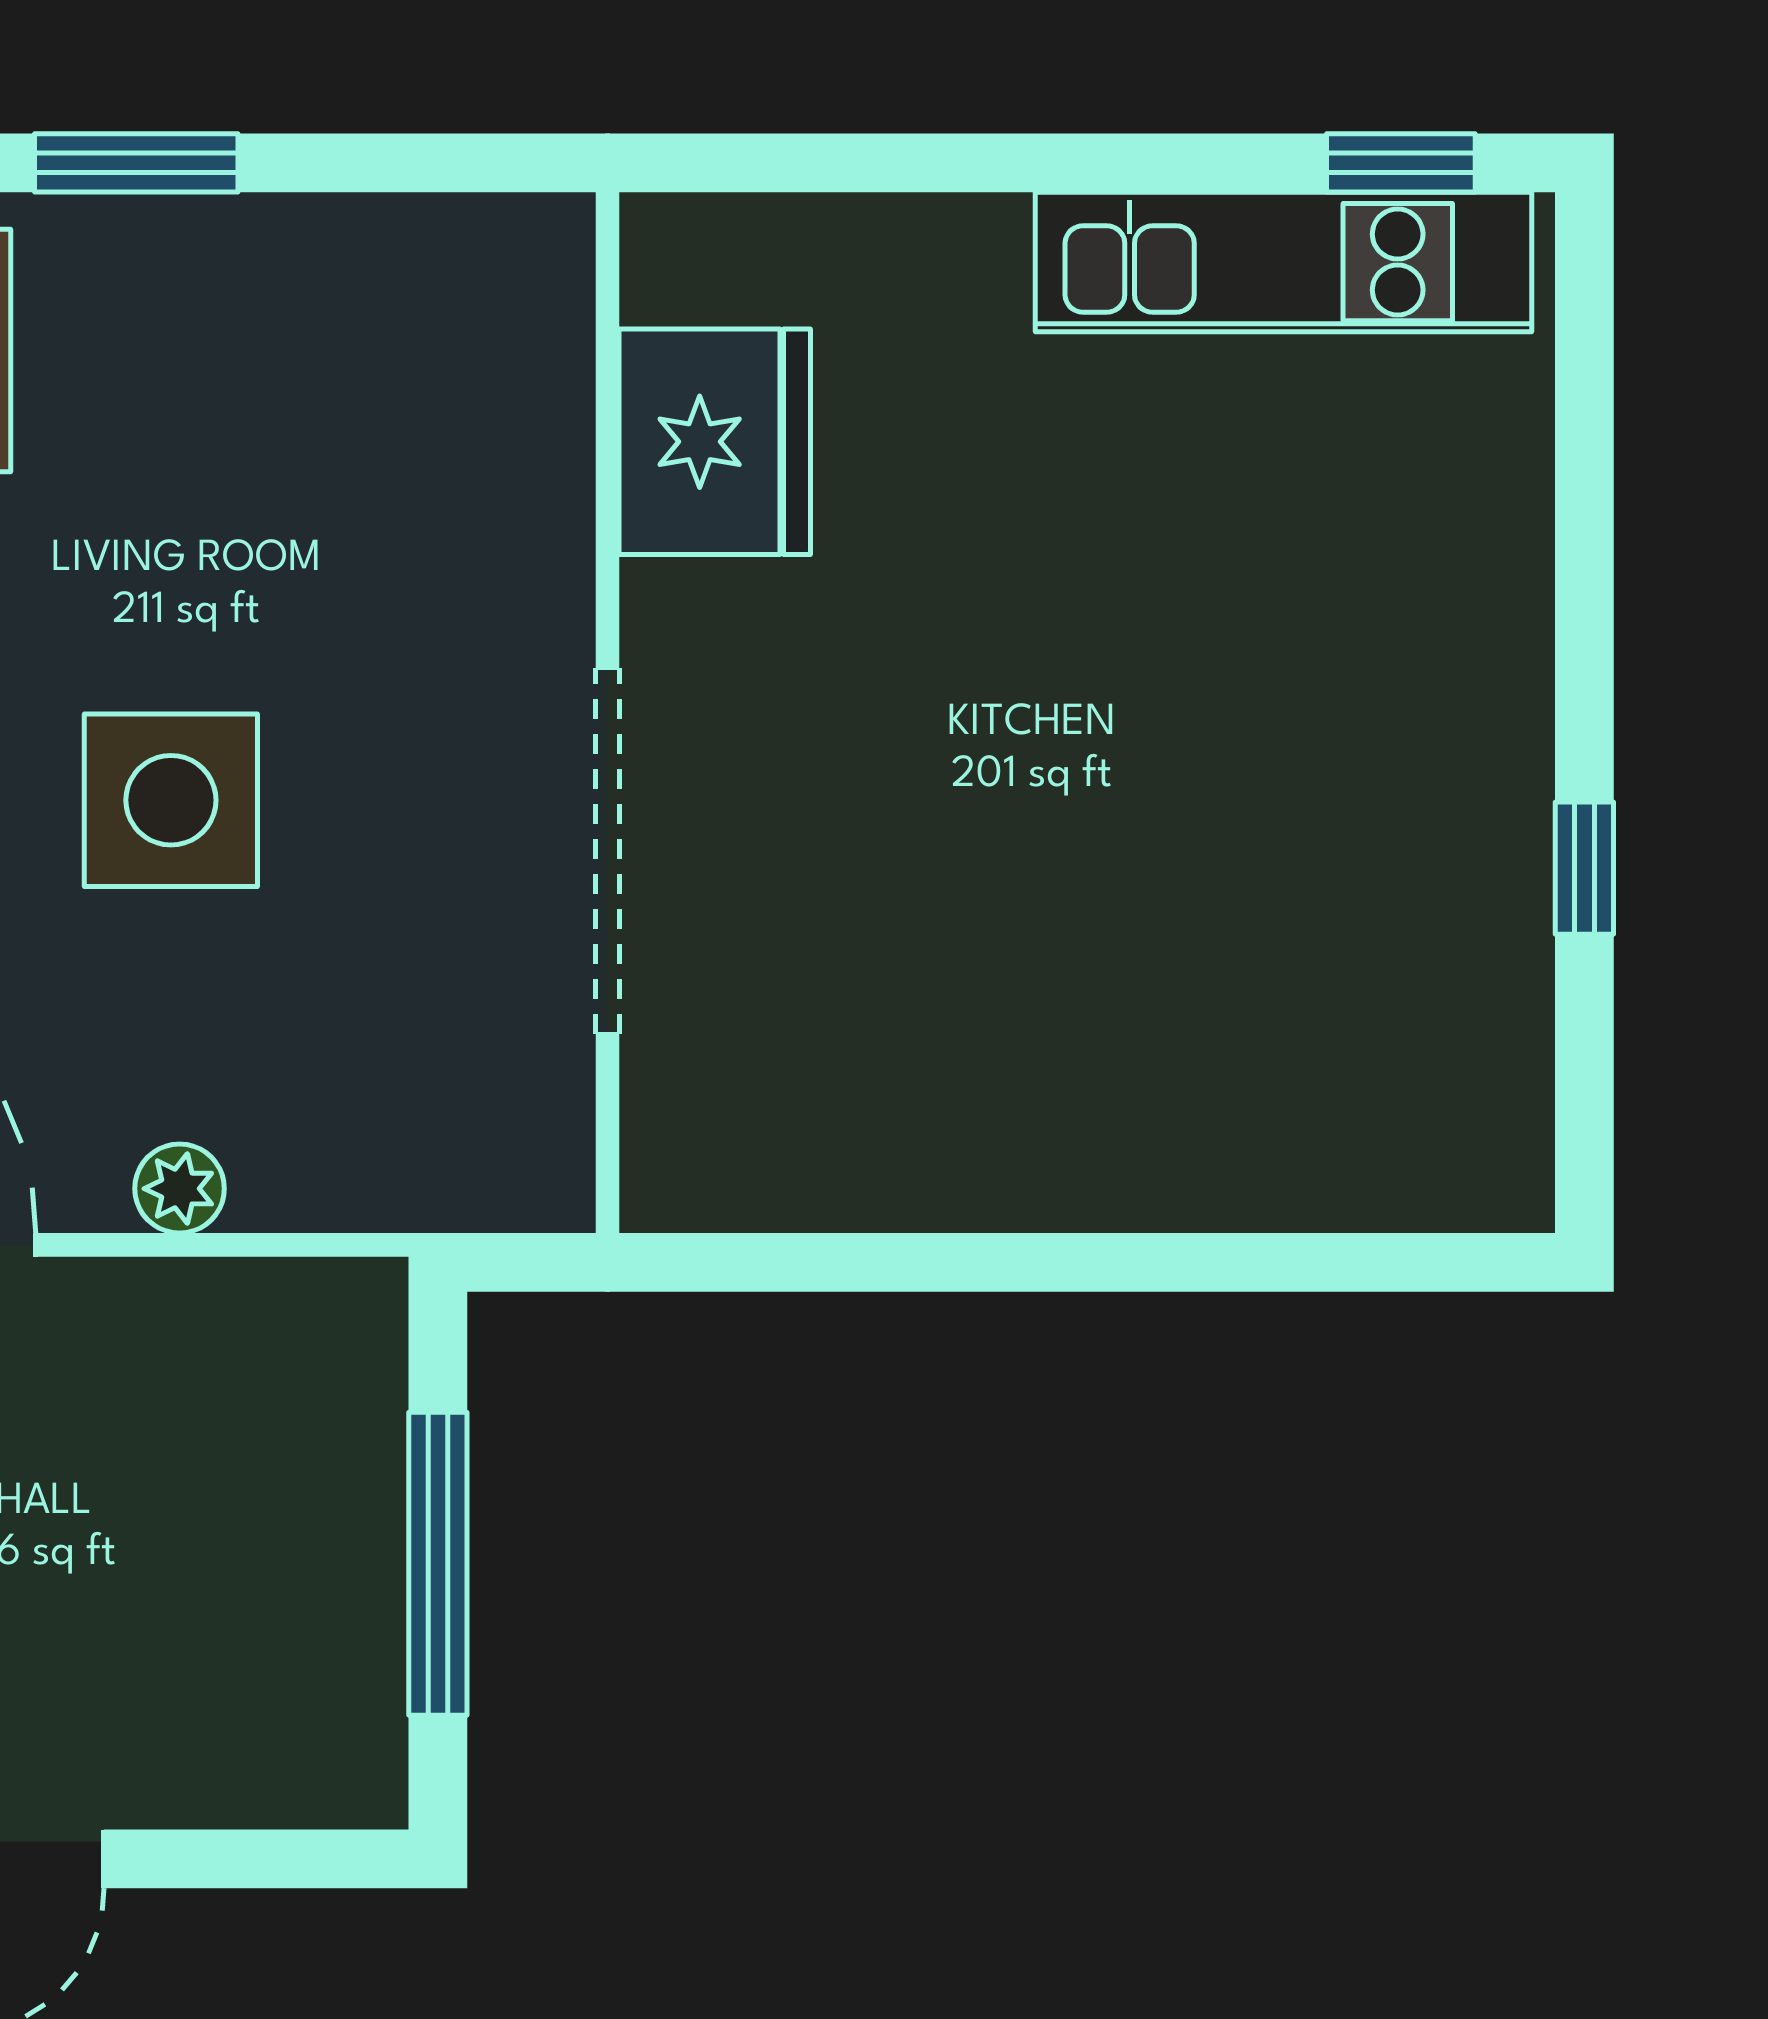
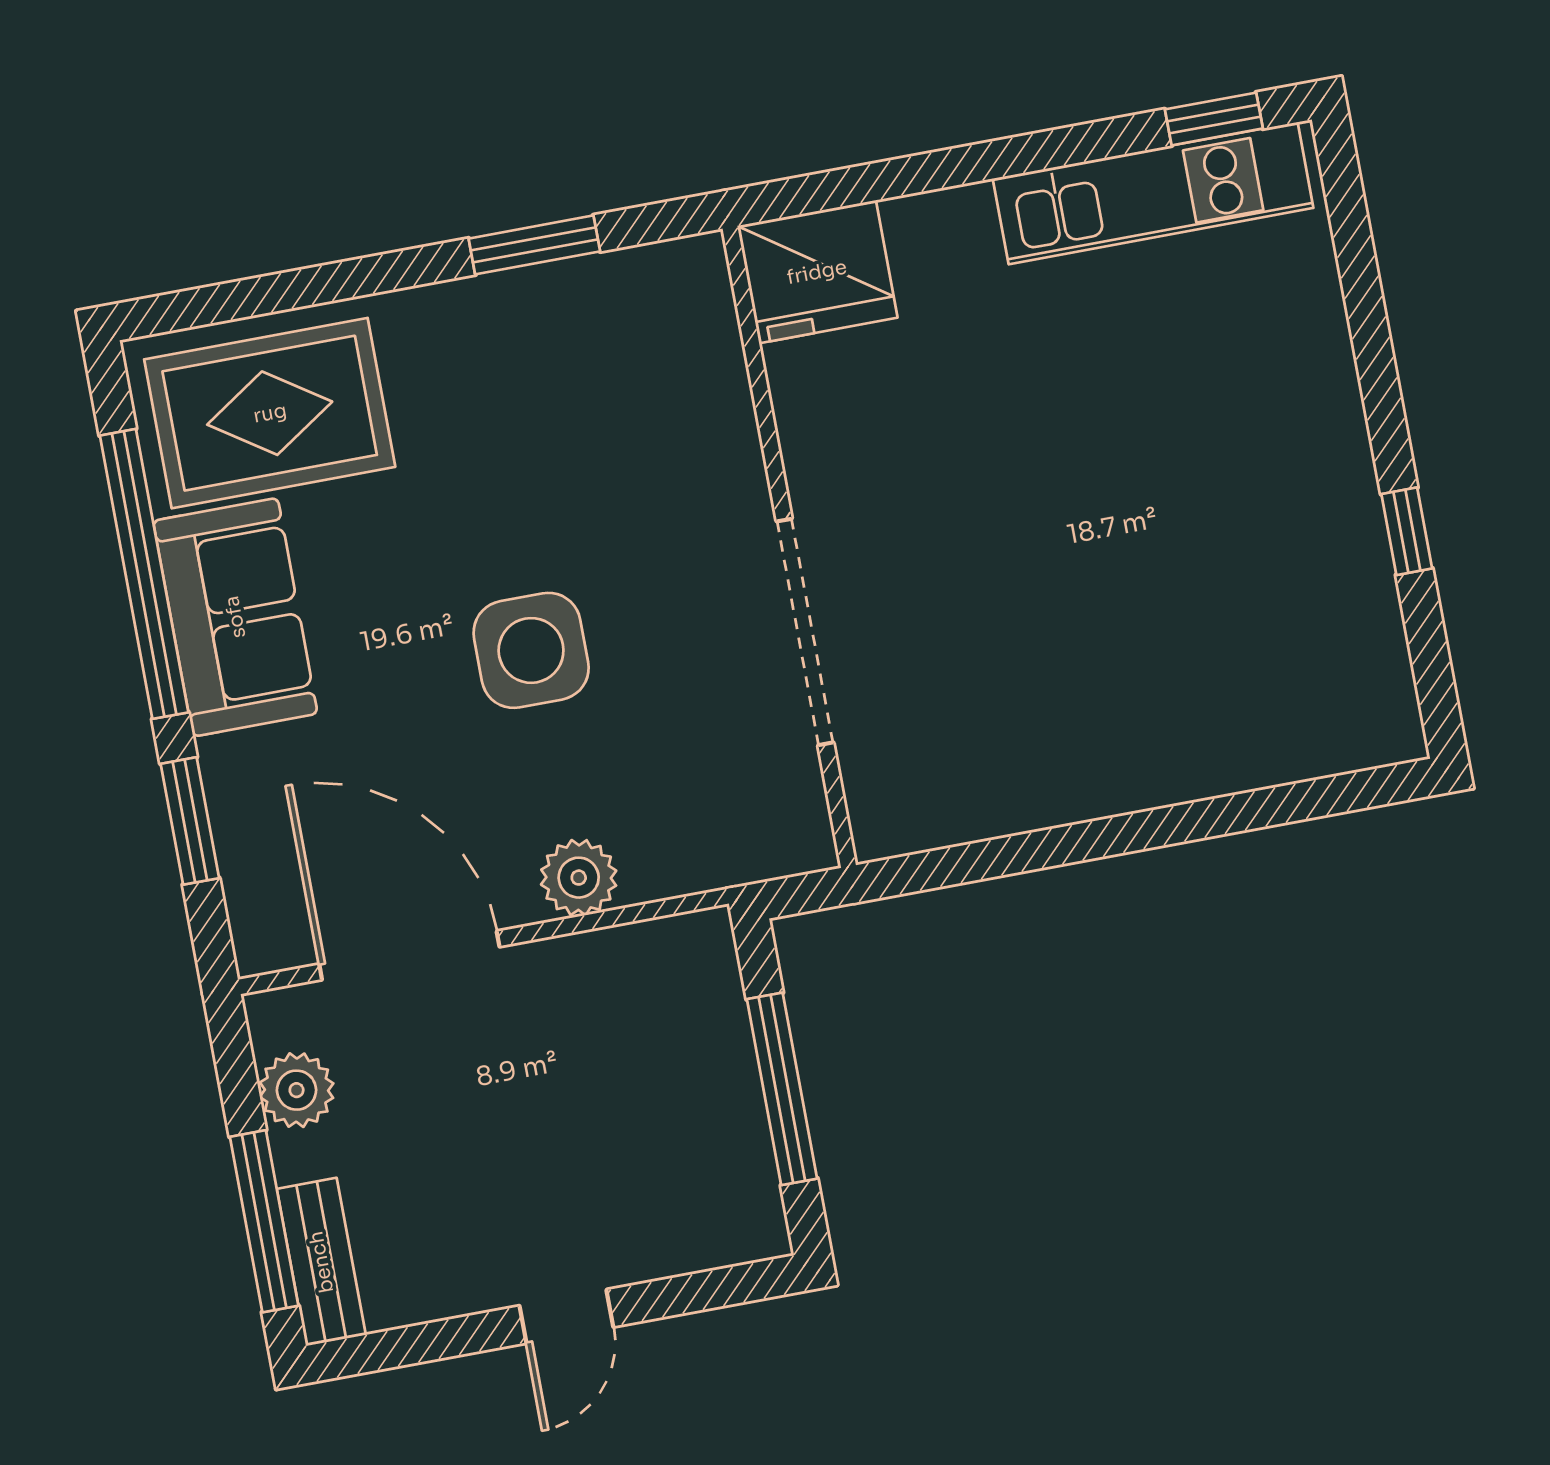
window: (136, 163) -> (534, 245), moved
fridge: (715, 442) -> (817, 272), moved, turned 90
plant: (180, 1189) -> (579, 878), width x1.38, depth x1.38

